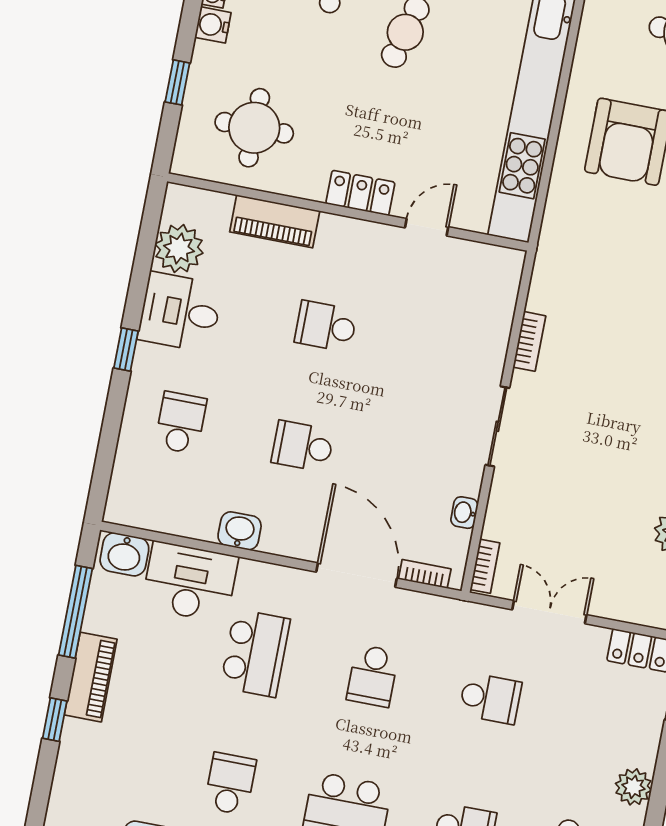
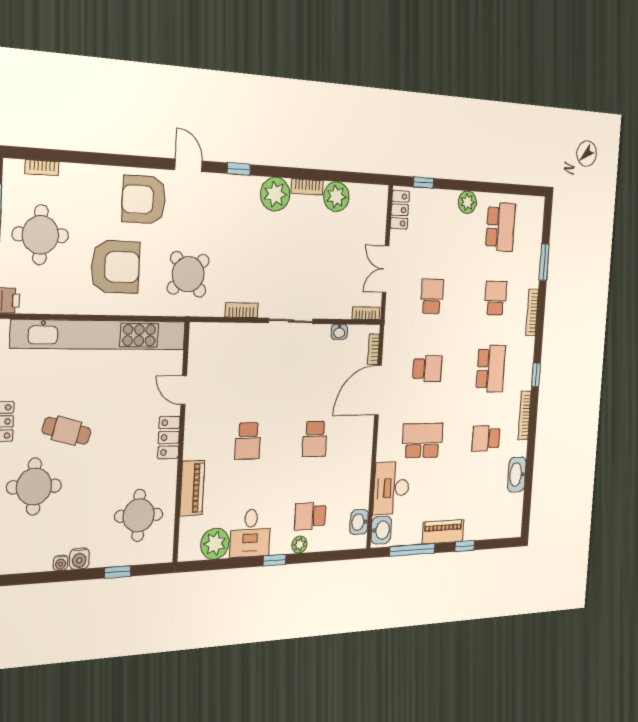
round table: (598, 258) -> (188, 274), added
plant: (139, 398) -> (300, 545), added
washbasin: (240, 531) -> (359, 522), moved

